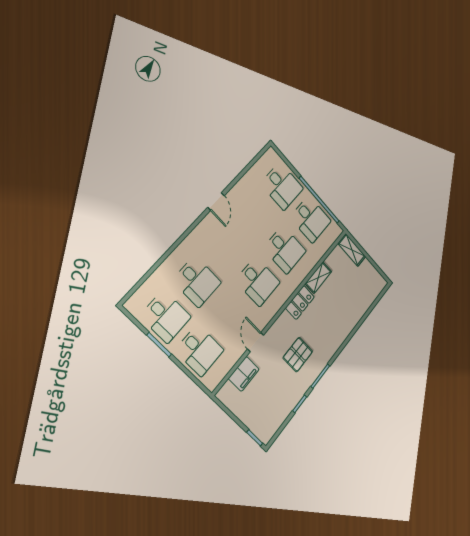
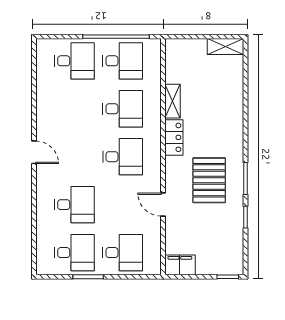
door: (216, 201) -> (34, 152), moved
shelving: (352, 250) -> (226, 47), moved
pallet: (298, 355) -> (209, 180), width x1.50, depth x1.42
filing cabinet: (244, 374) -> (180, 265), moved, turned -90

